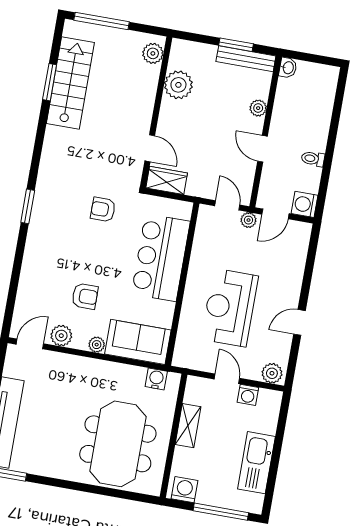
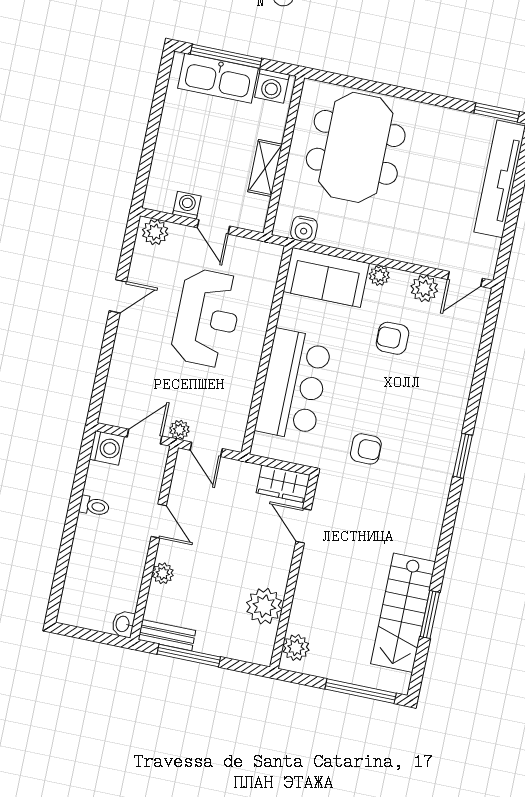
window: (236, 45) -> (189, 656), width x1.44
bench: (246, 59) -> (167, 635), width x0.73
kitchen sink: (256, 463) -> (218, 78), moved, turned 90

